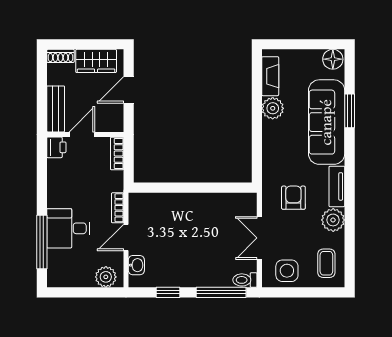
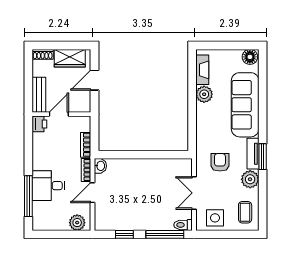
window: (350, 111) -> (263, 157), moved
bookcase: (117, 154) -> (86, 145), moved
washbasin: (136, 265) -> (100, 166), moved

